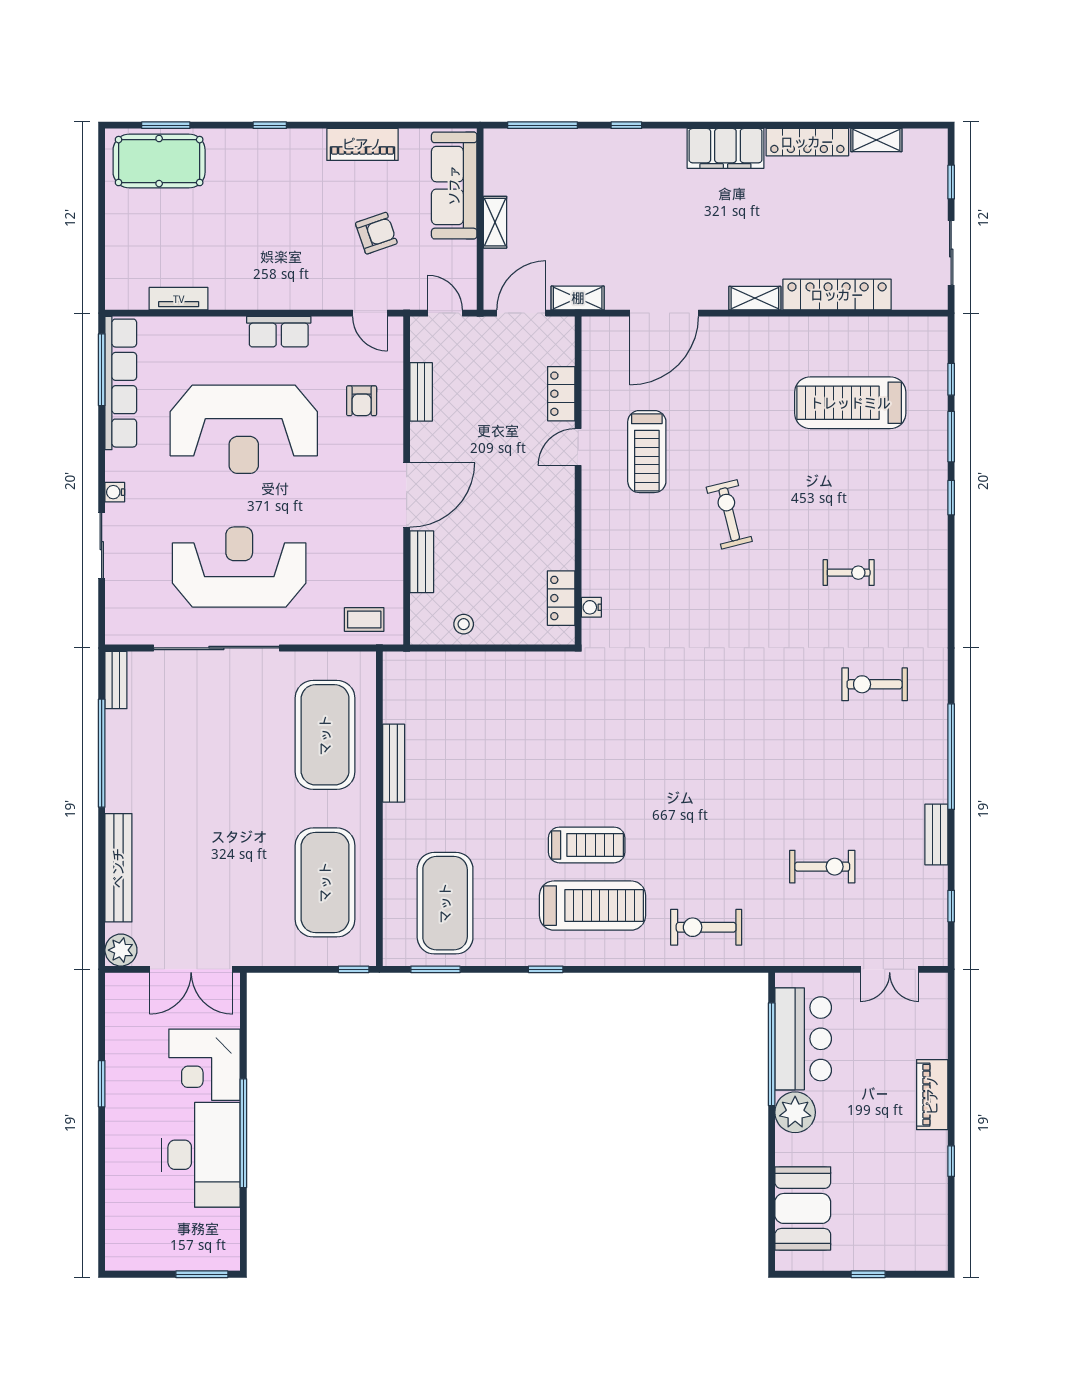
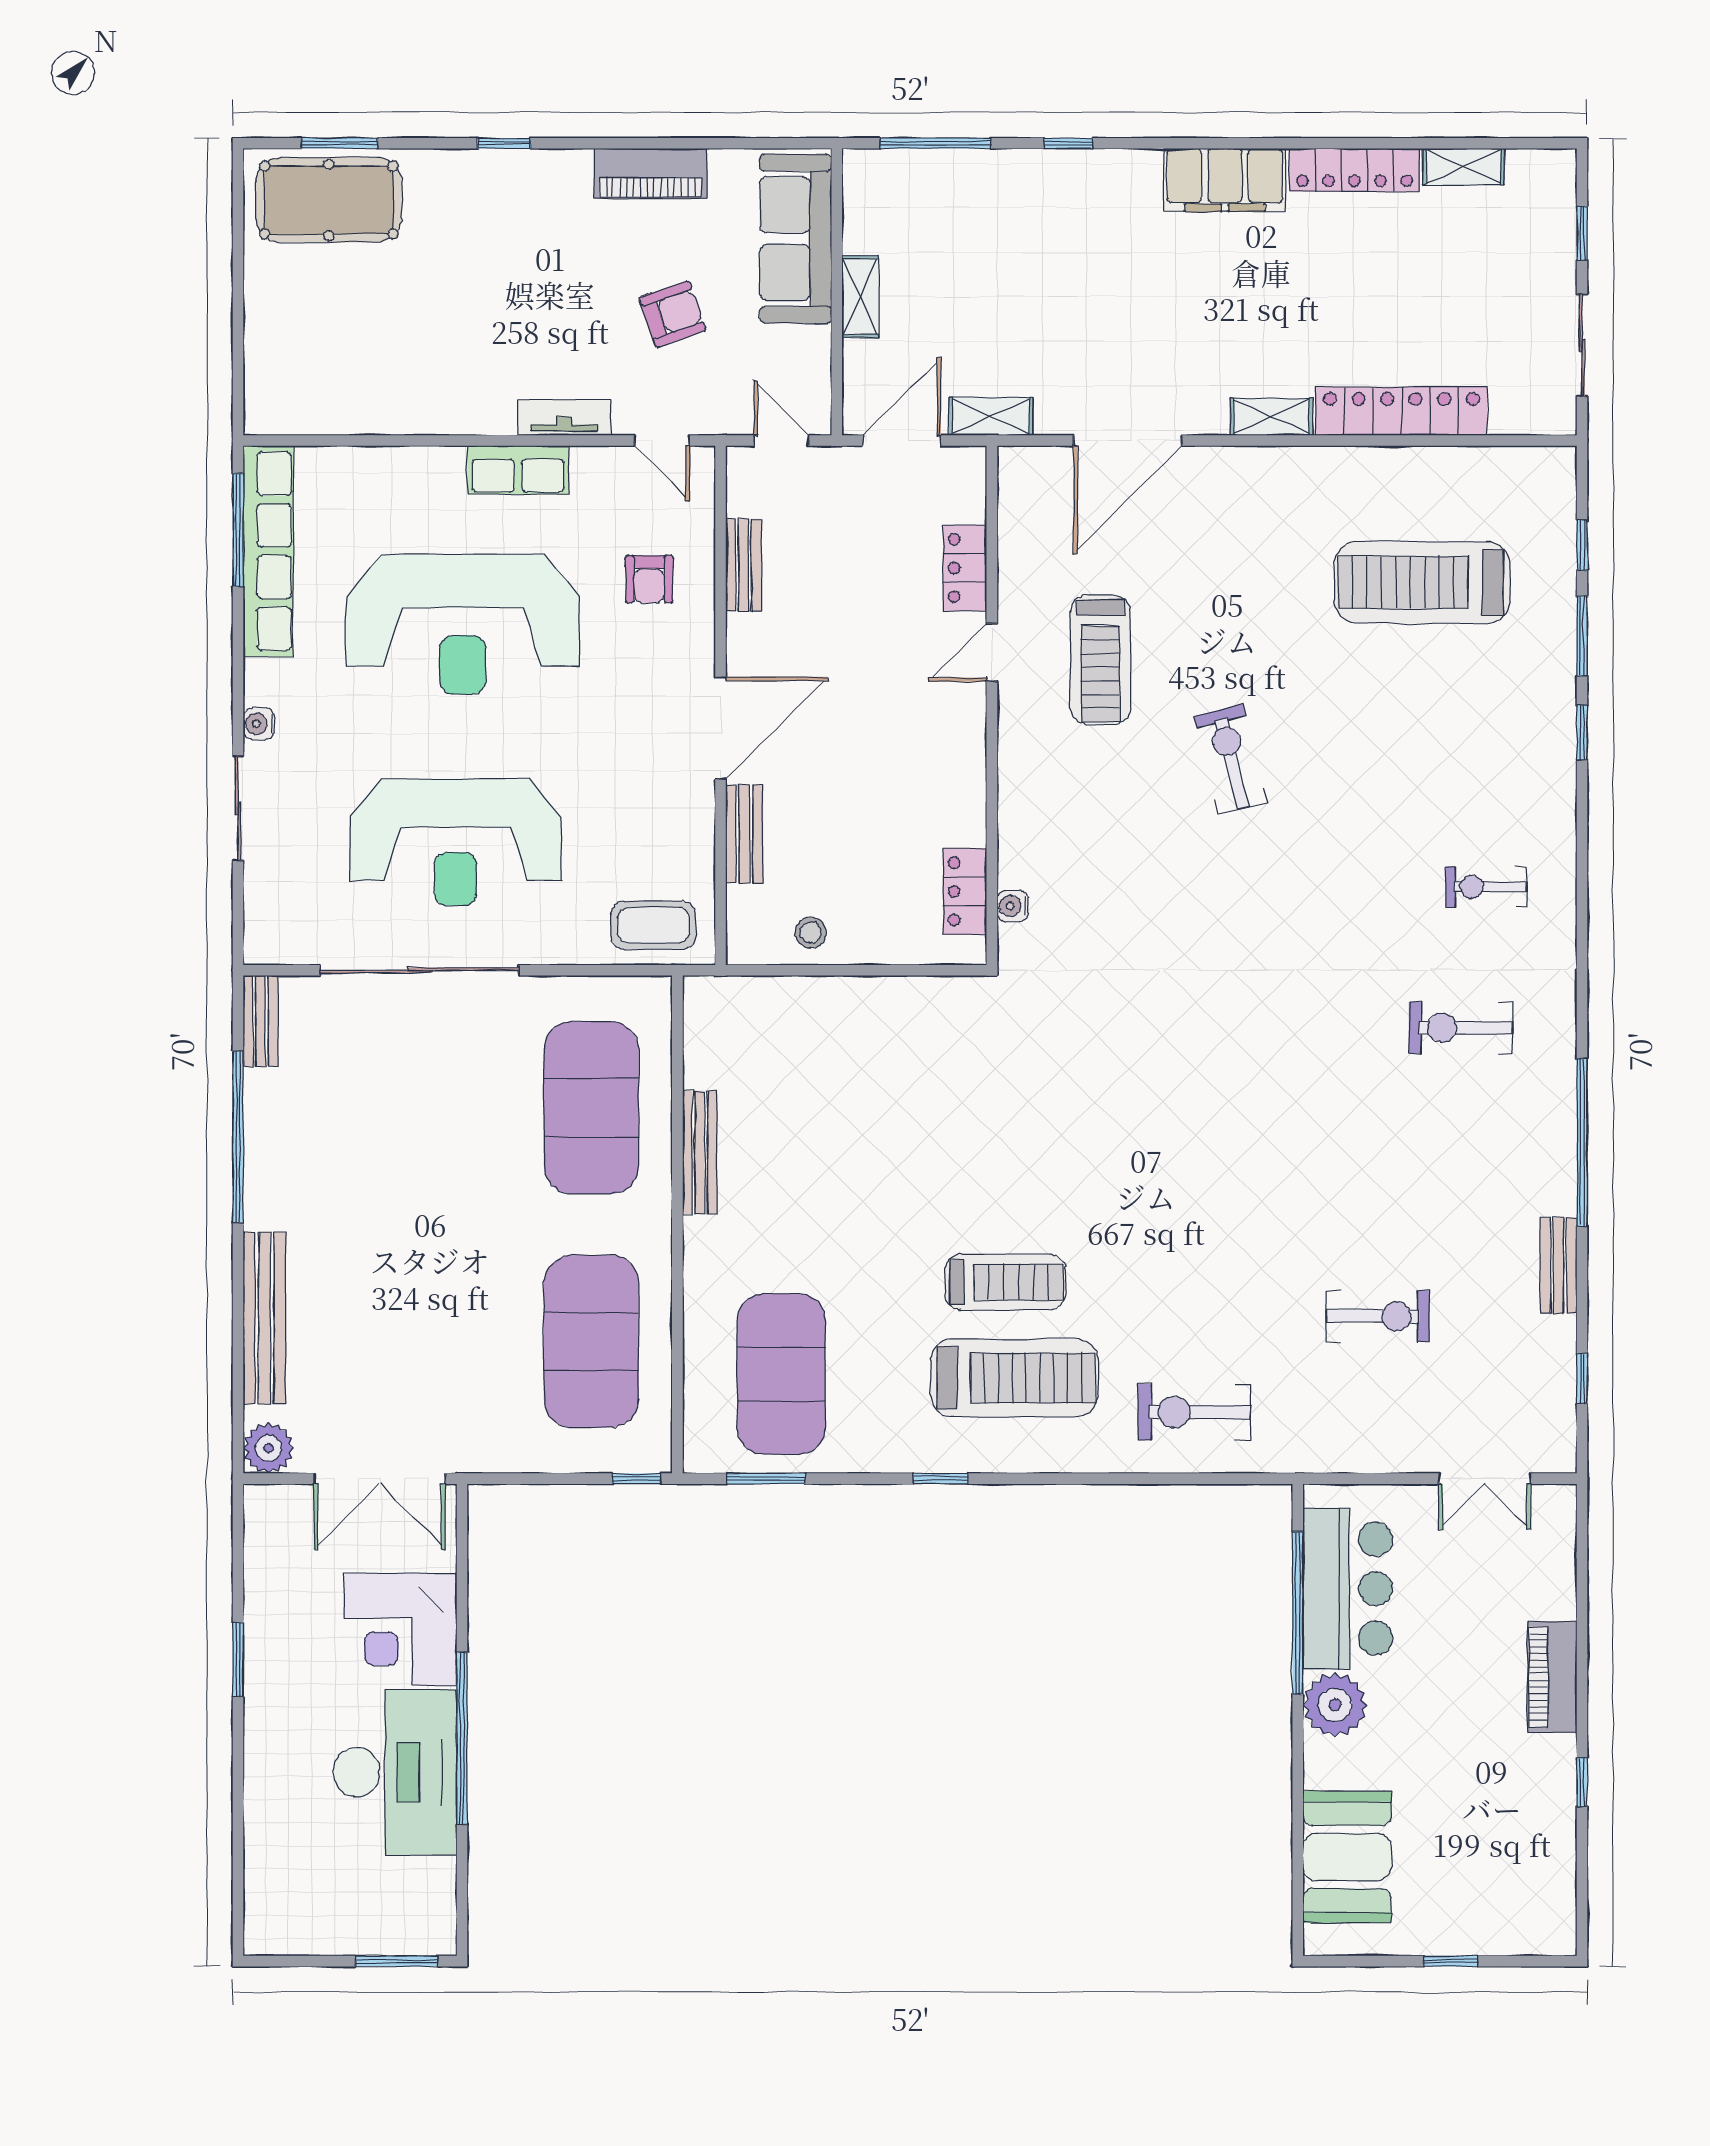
tv unit: (179, 299) -> (564, 418), moved
reception desk: (239, 567) -> (456, 842), turned 180
exercise bike: (849, 573) -> (1486, 887), moved, turned 180
coffee table: (364, 620) -> (653, 925), width x1.36, depth x1.30

